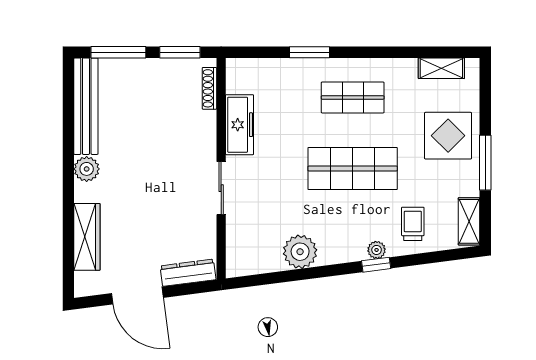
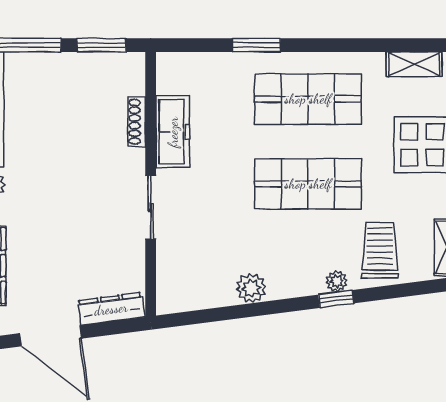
shoe rack: (209, 88) -> (137, 122), moved
shop shelf: (353, 97) -> (308, 99), width x1.43, depth x1.36
trolley: (413, 224) -> (380, 250), width x1.36, depth x1.39
plant: (300, 252) -> (251, 288), width x0.73, depth x0.73

